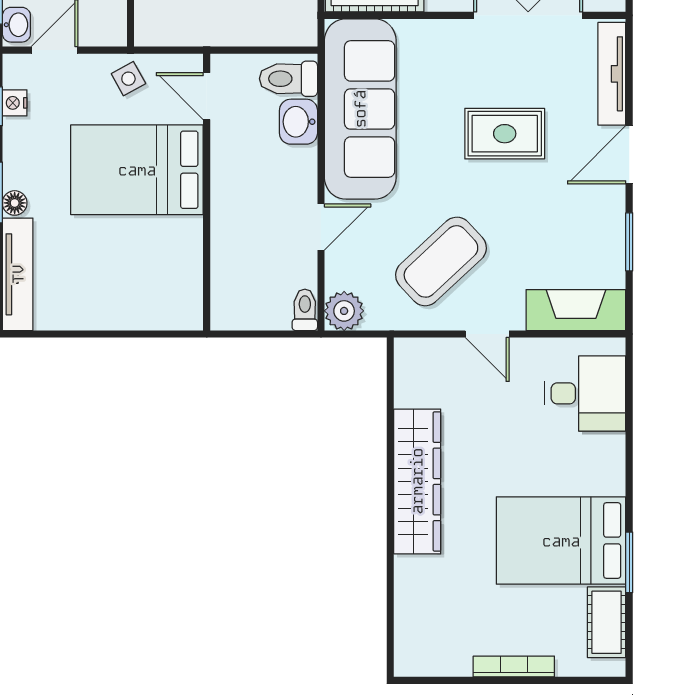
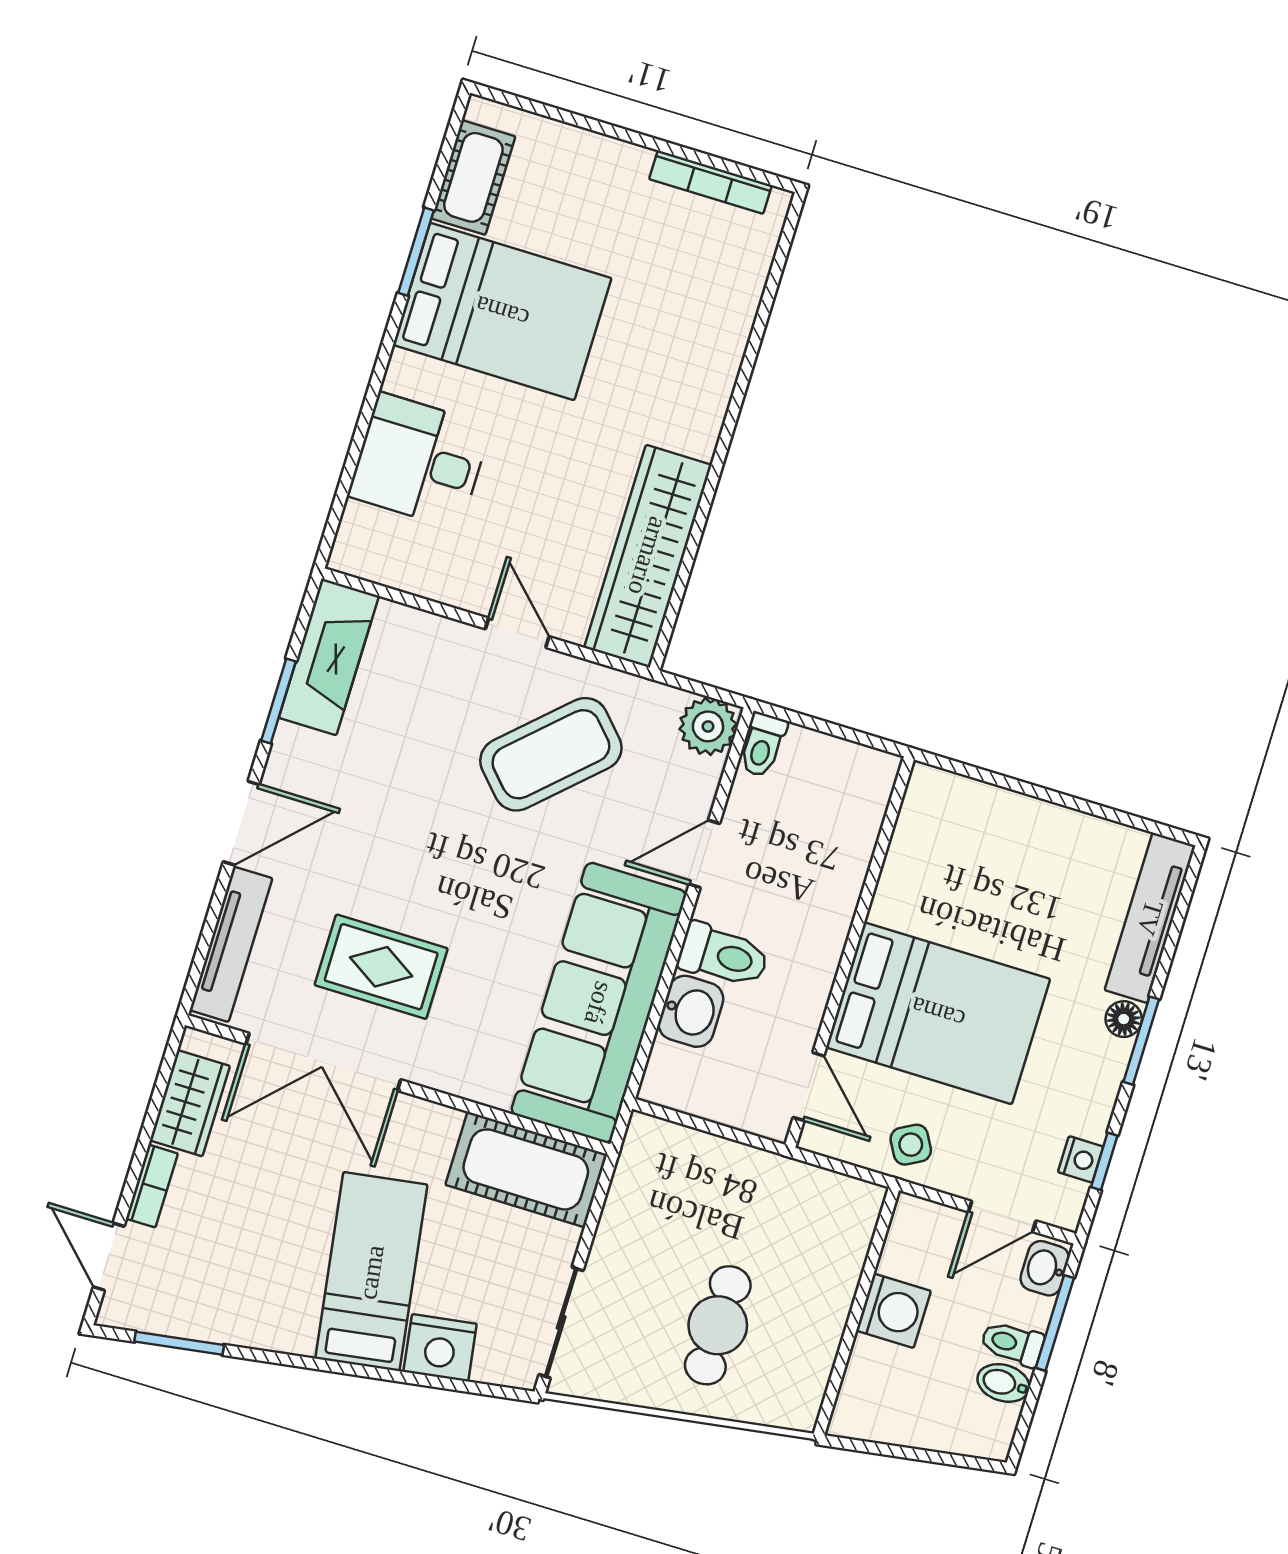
toilet: (288, 79) -> (723, 955), moved
rug: (505, 134) -> (381, 967), moved
fireplace: (576, 310) -> (329, 657), moved, turned -90
desk: (585, 393) -> (419, 461), moved
wardrobe: (417, 481) -> (648, 556), moved
bookcase: (514, 666) -> (710, 182), moved

